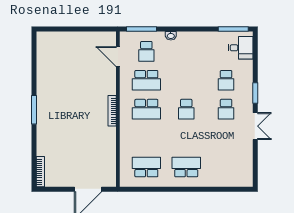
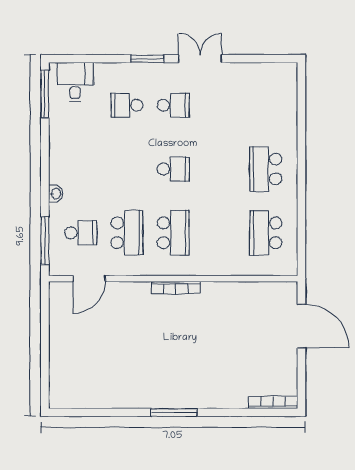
school desk: (226, 80) -> (127, 105), turned 180

